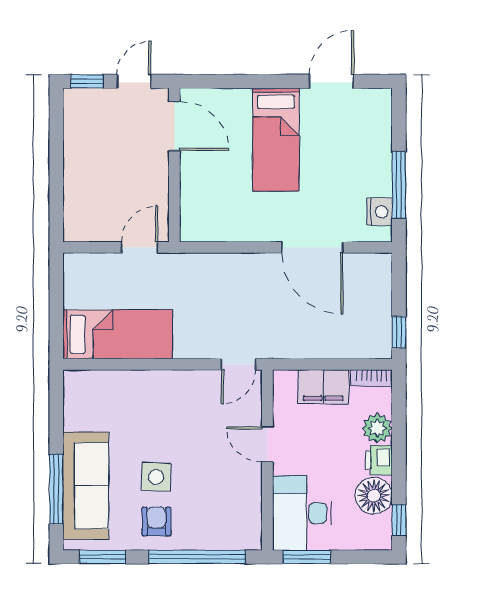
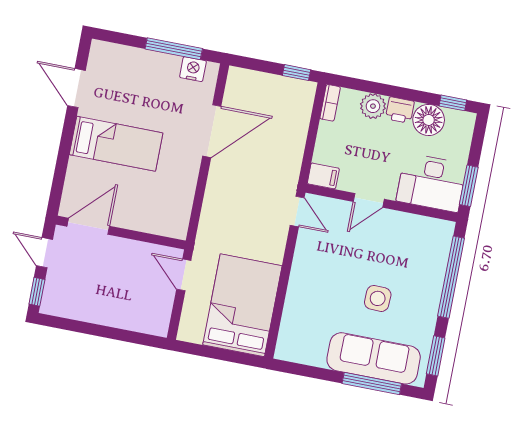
bed: (118, 334) -> (242, 305), width x1.50
filing cabinet: (323, 386) -> (323, 176), moved, width x0.50
armchair: (156, 521) -> (415, 305), removed

